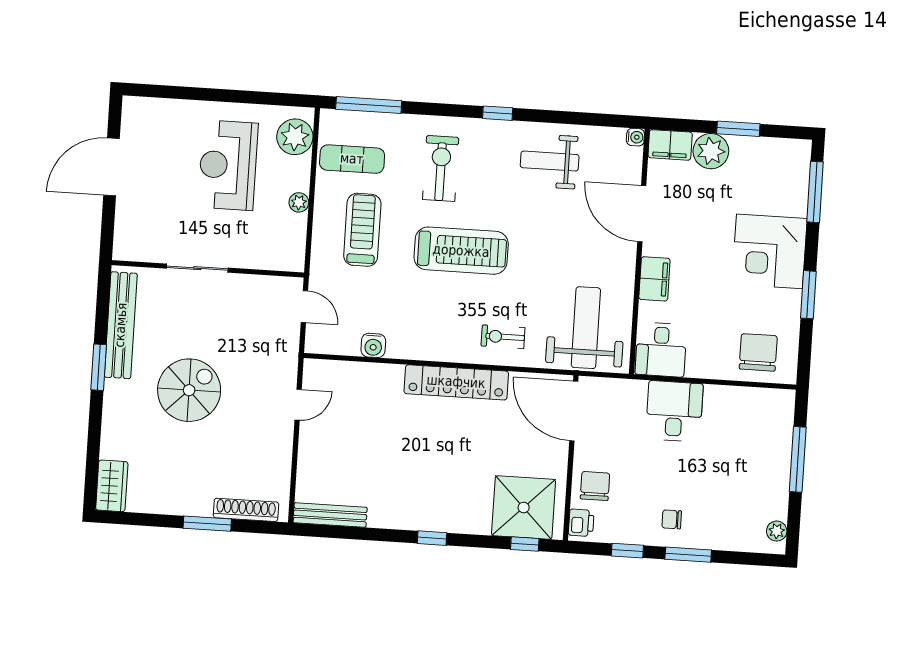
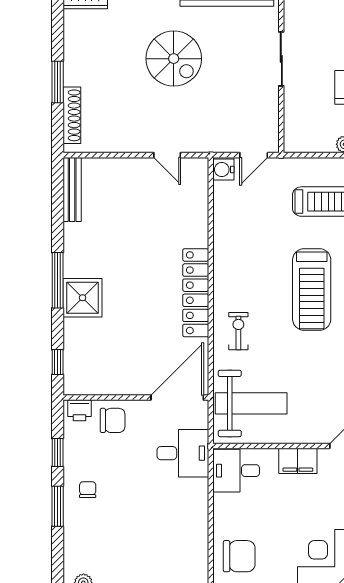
water cooler: (373, 345) -> (223, 169), moved
desk: (674, 411) -> (183, 453), moved
shower: (524, 508) -> (83, 298), moved, width x0.73, depth x0.73
window: (432, 538) -> (58, 280), width x2.17

